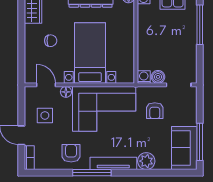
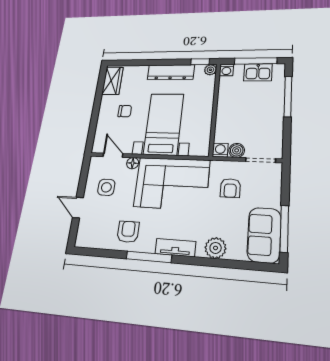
bookcase: (29, 158) -> (82, 233), removed
tv unit: (113, 163) -> (175, 248), width x0.71

